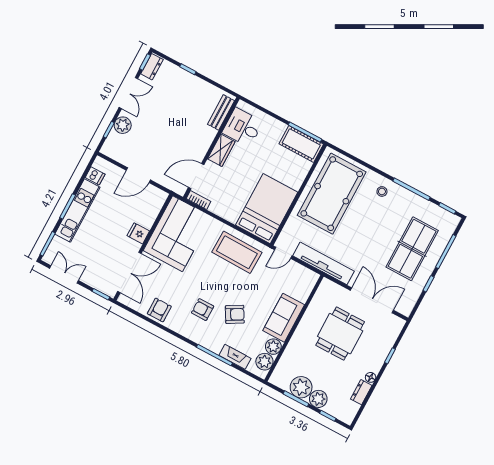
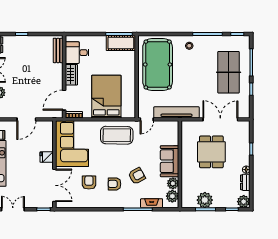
bed: (267, 209) -> (106, 97), moved
armchair: (159, 310) -> (89, 182), moved
plant: (318, 399) -> (244, 202), moved

